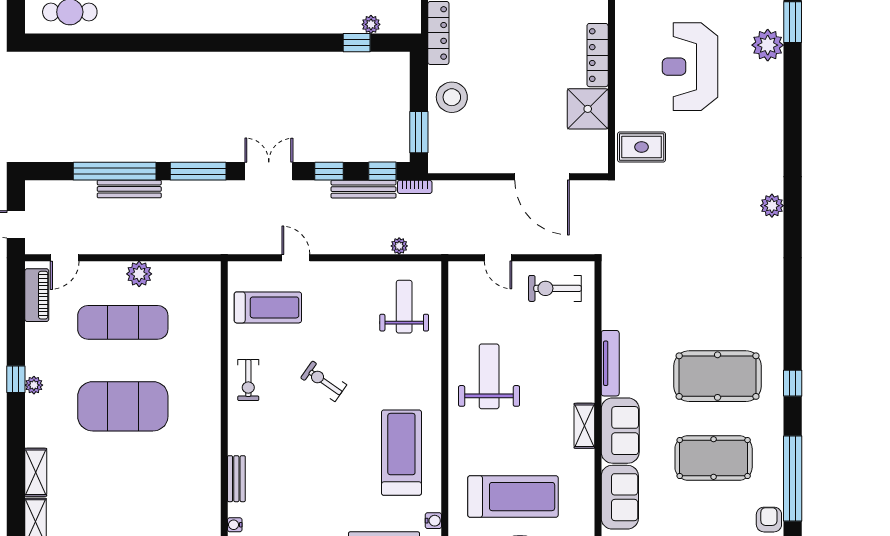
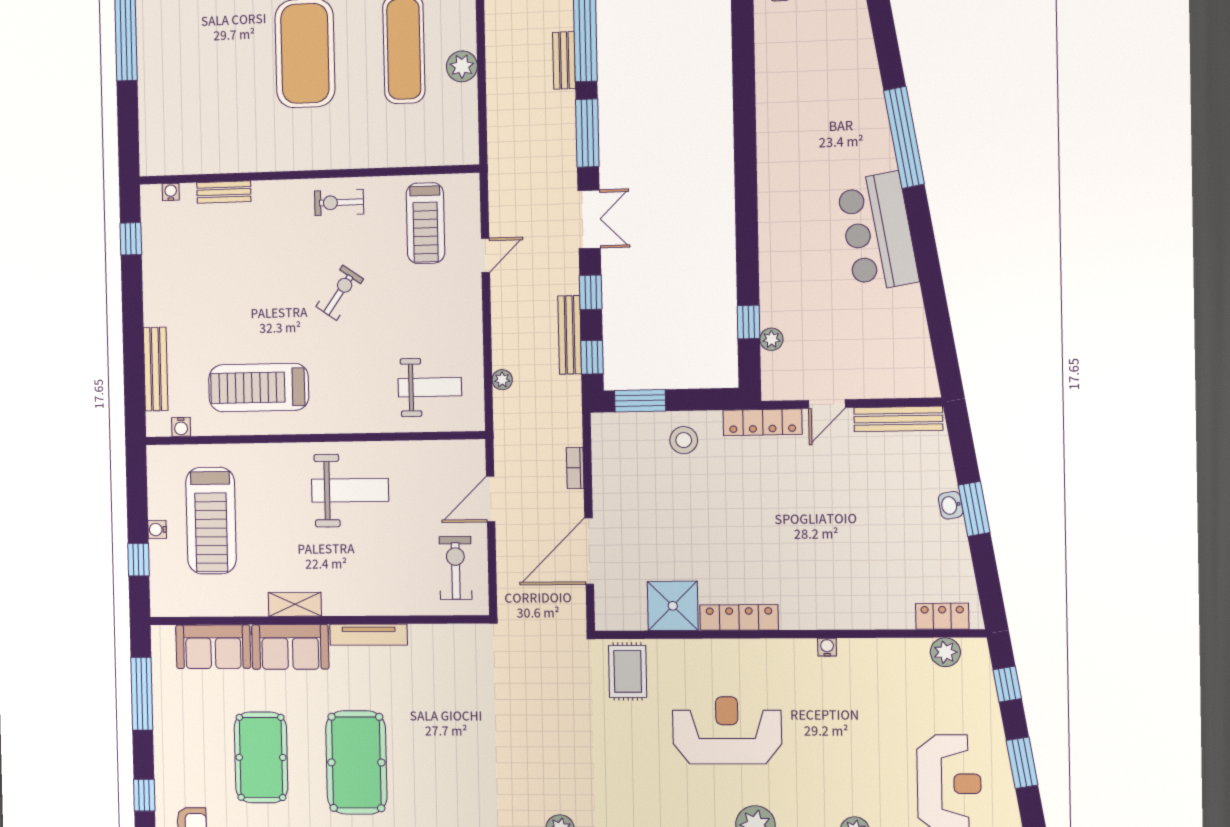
stool: (452, 97) -> (684, 440), width x0.73, depth x0.73
bookcase: (415, 187) -> (575, 468), moved
bench: (129, 189) -> (564, 60), width x0.73
door: (498, 258) -> (491, 499), width x1.37
treadmill: (401, 453) -> (259, 388), turned 180

